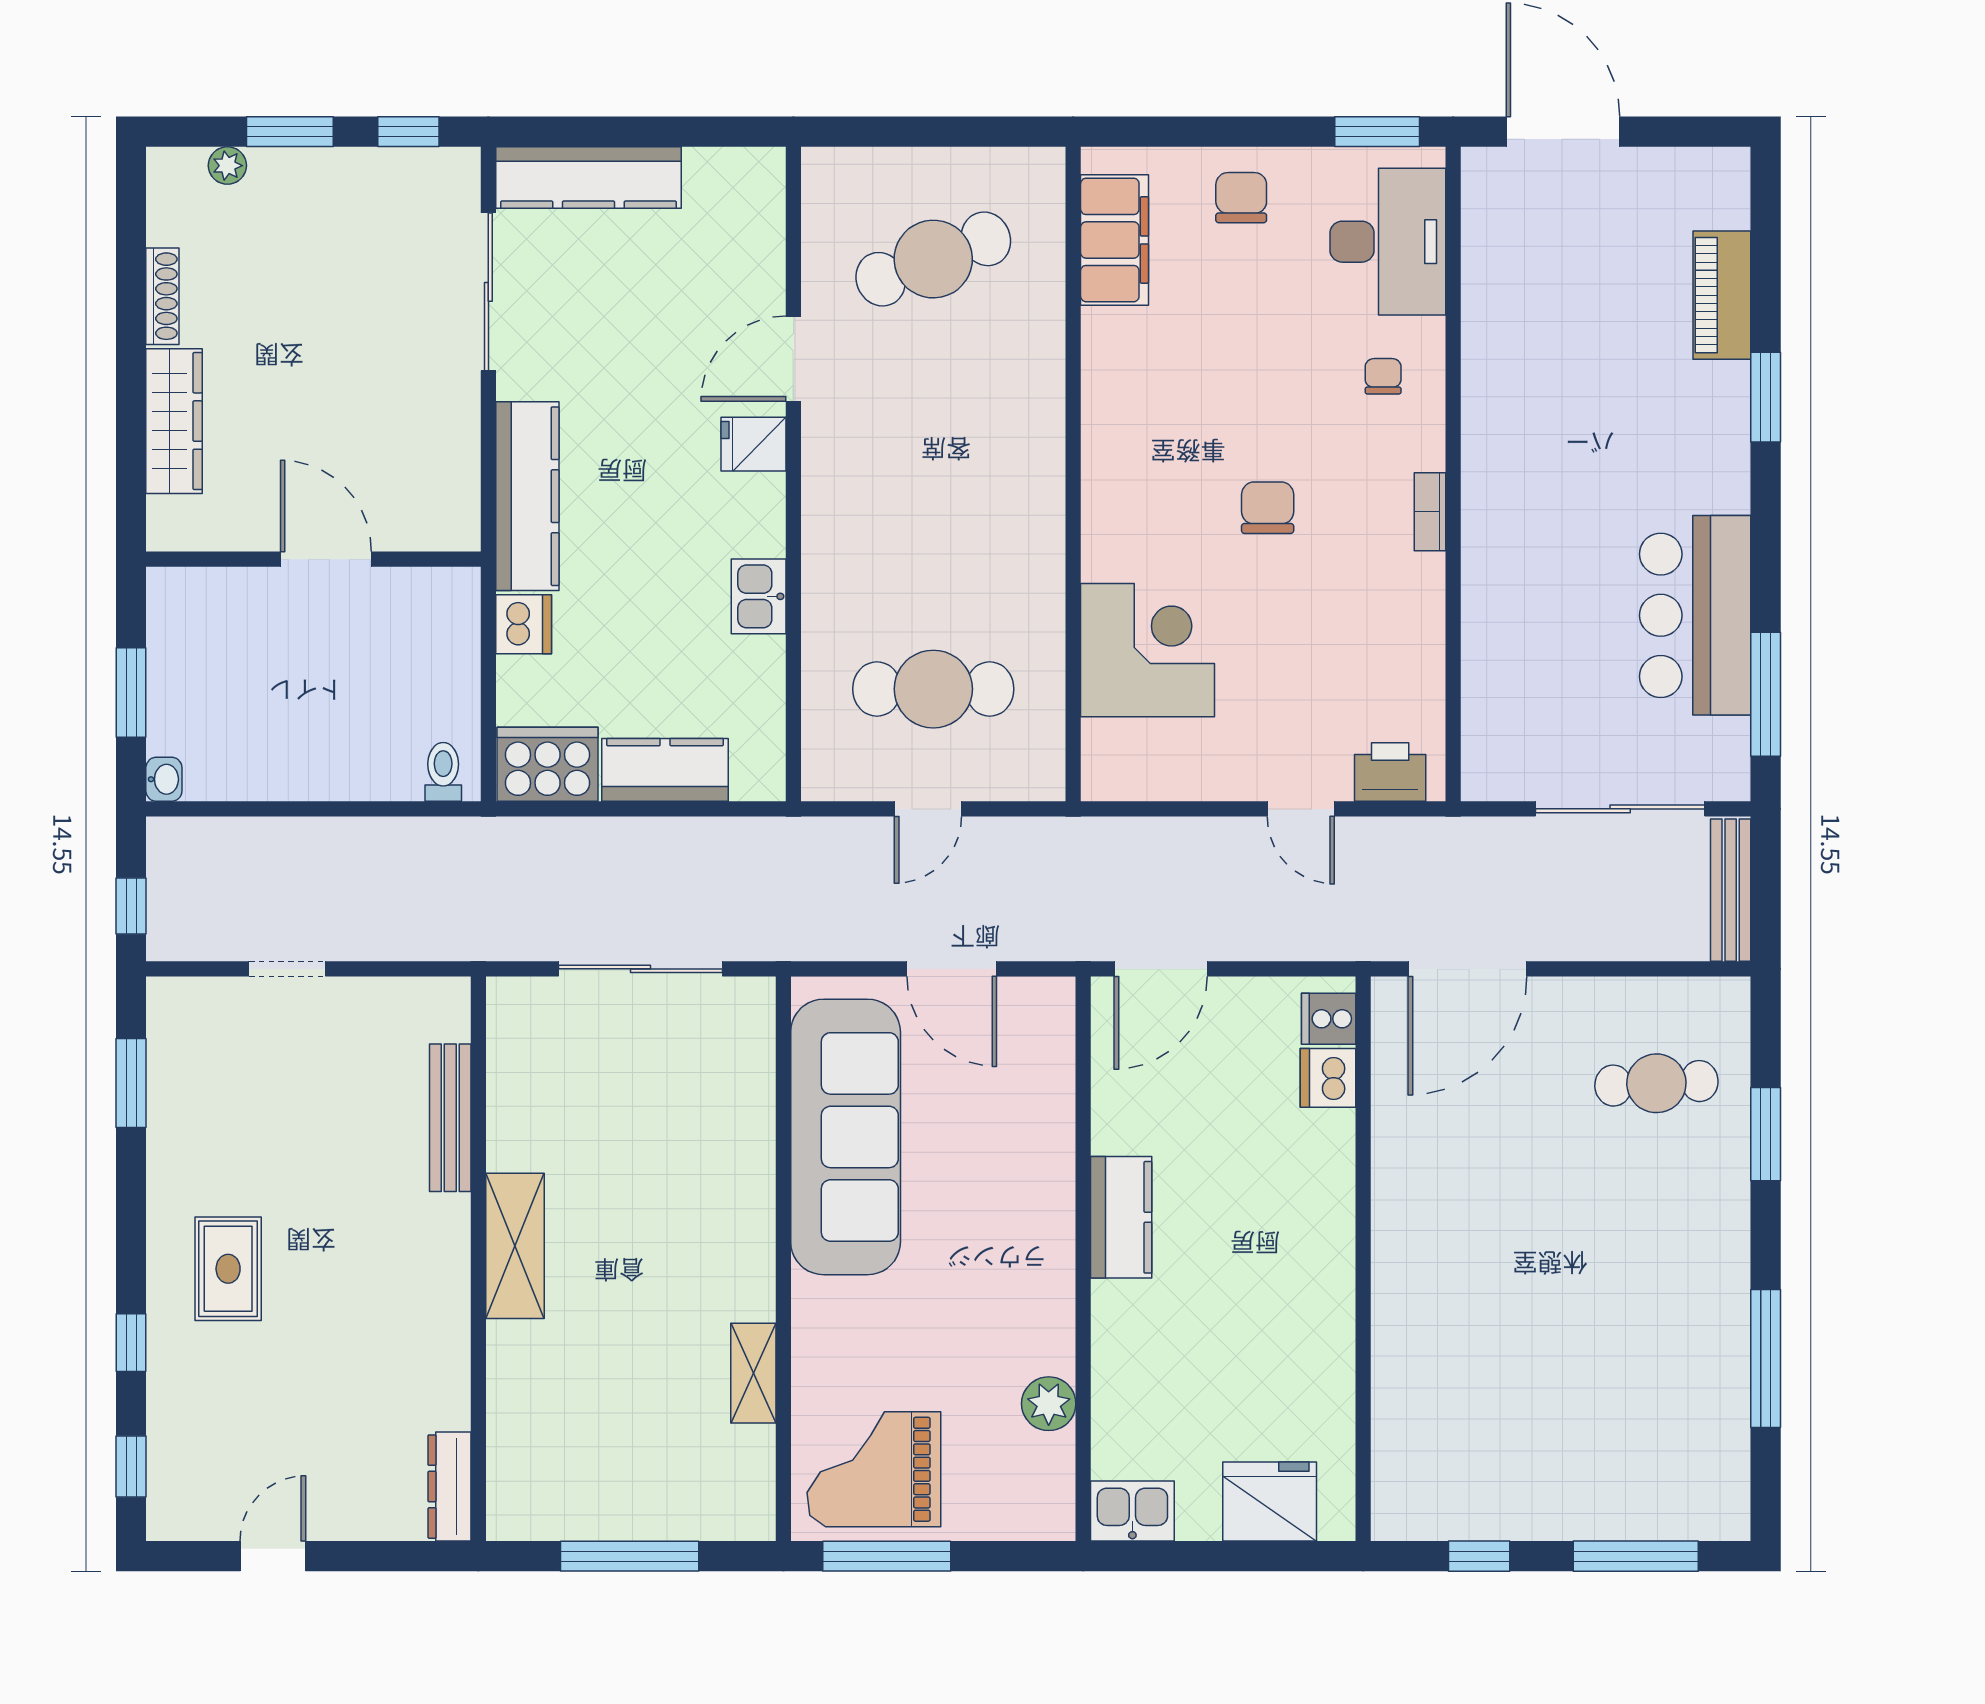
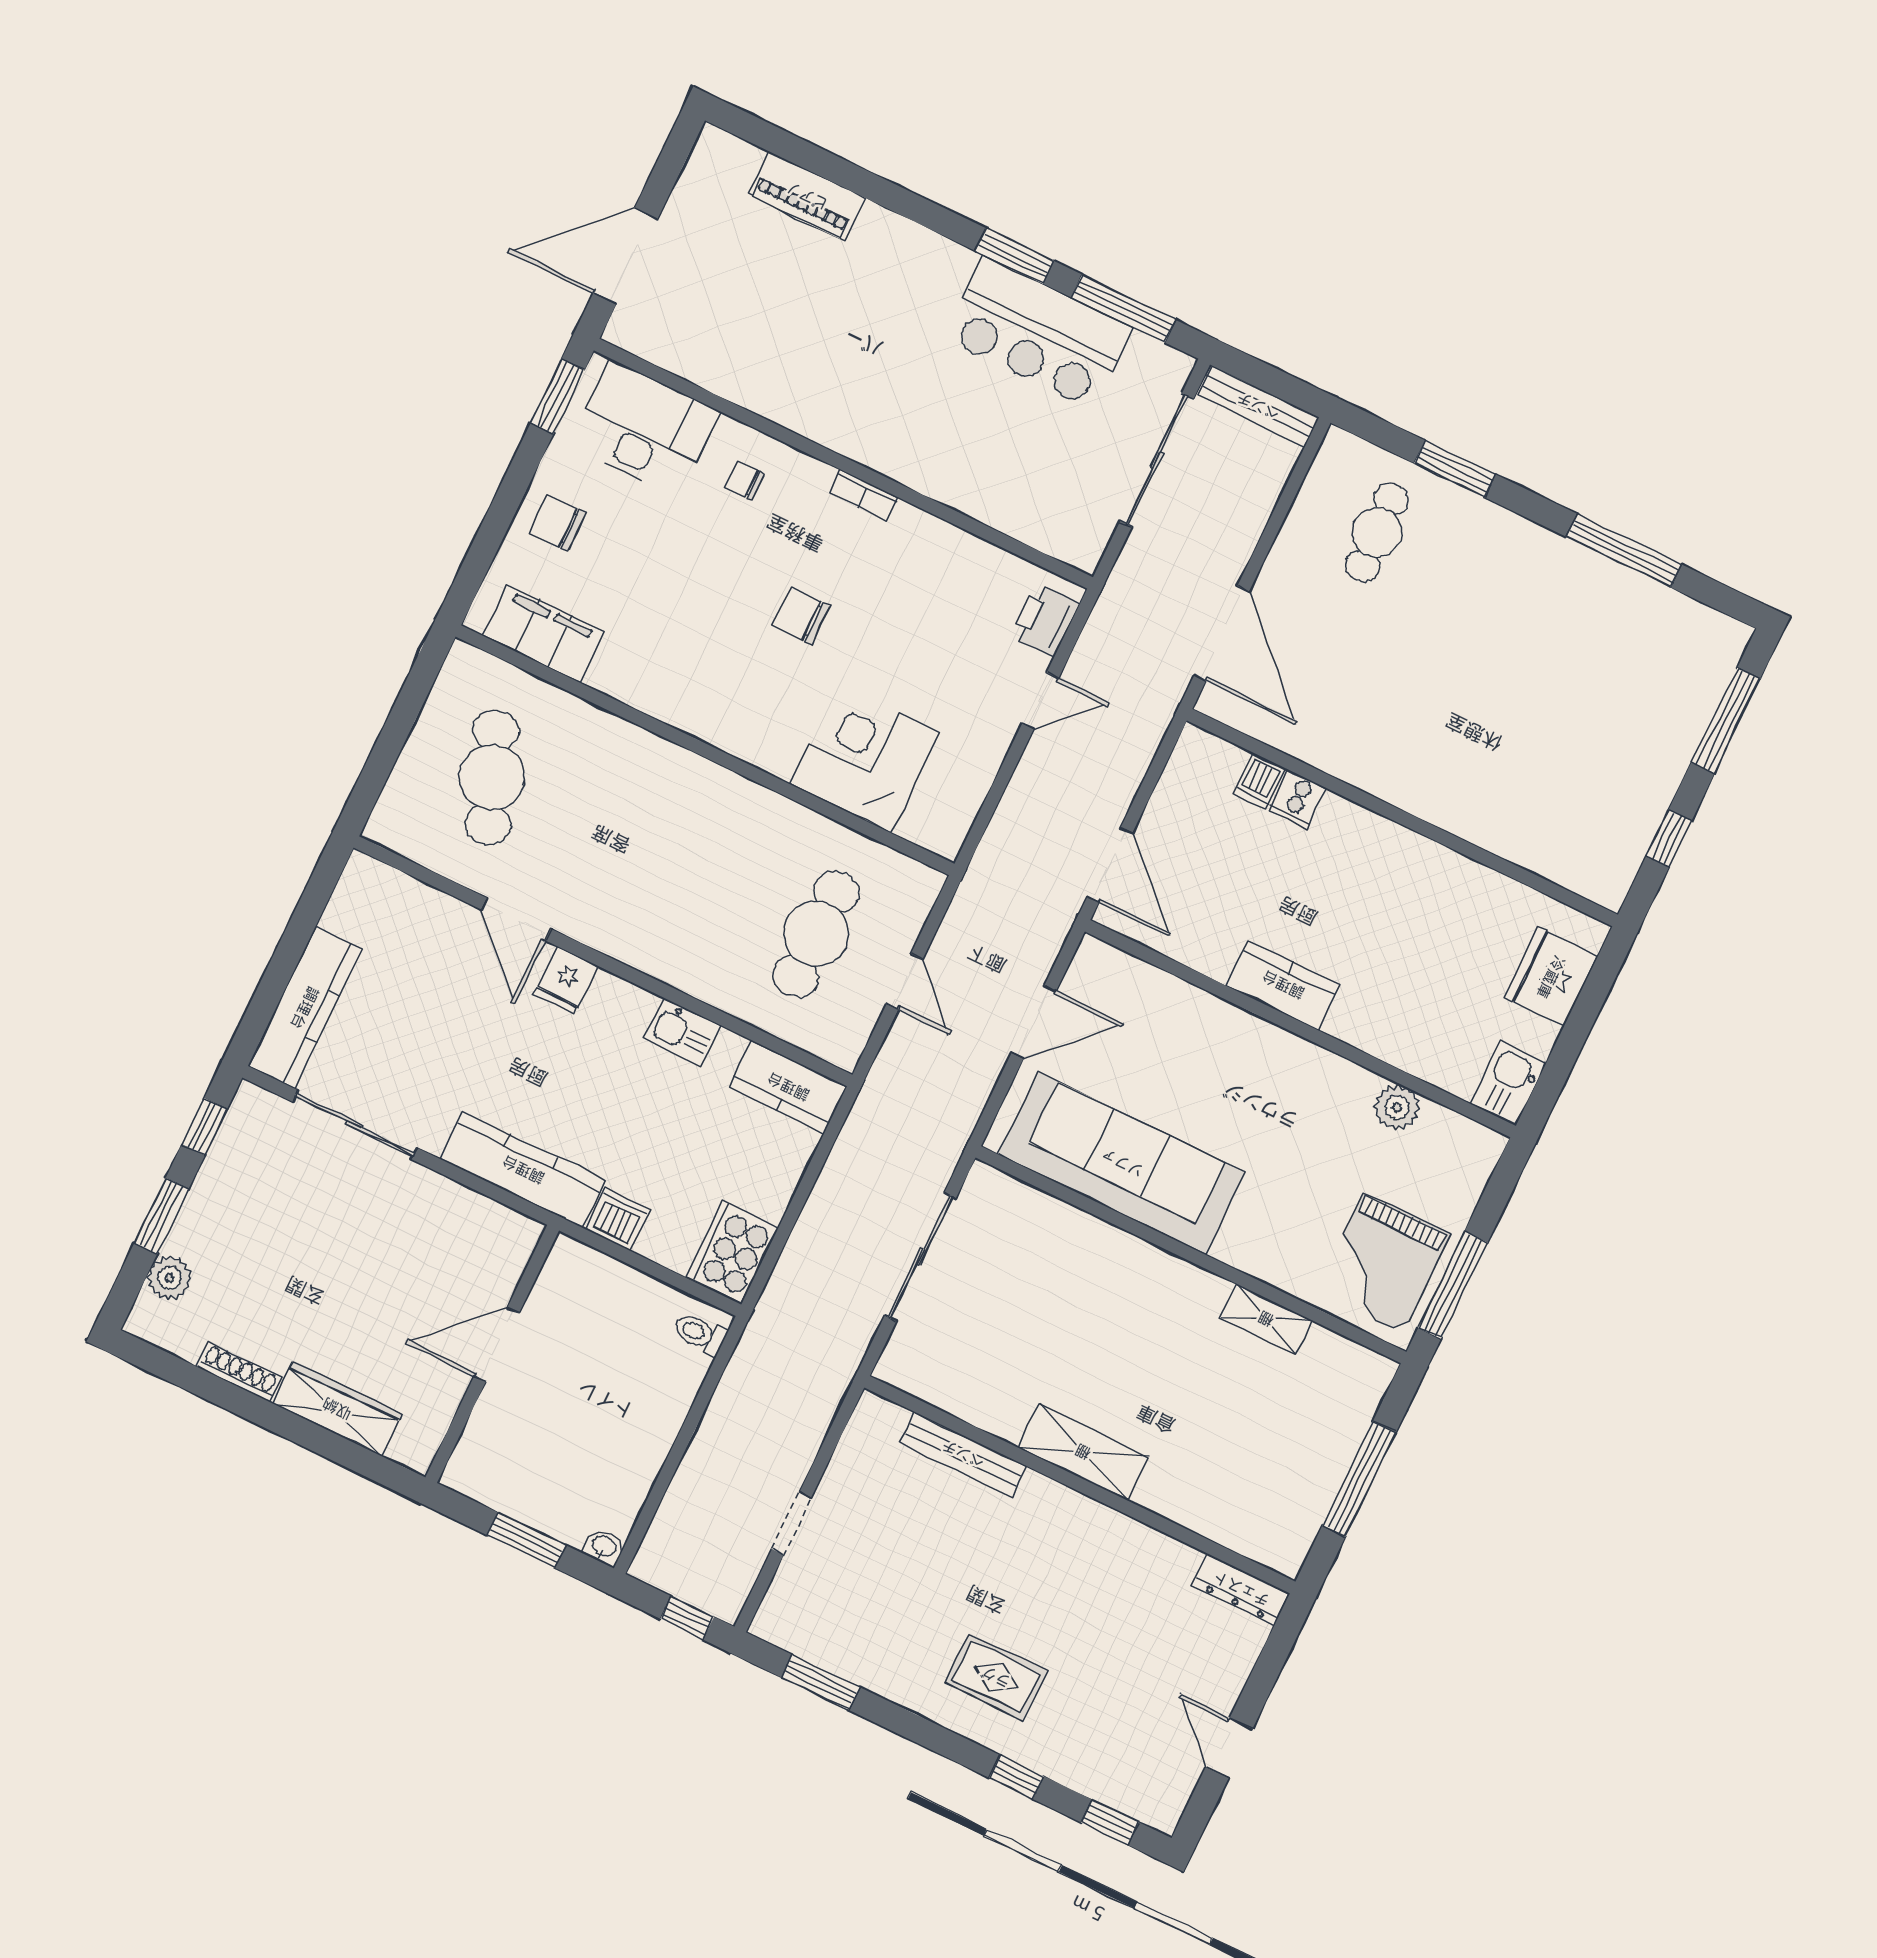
plant: (227, 166) -> (169, 1278), width x1.38, depth x1.38
window: (1766, 397) -> (1015, 256), moved
kitchen counter: (665, 770) -> (788, 1087), moved, turned -90
cooker: (1329, 1019) -> (1298, 799), moved
dishwasher: (1328, 1078) -> (1259, 781), width x0.73

